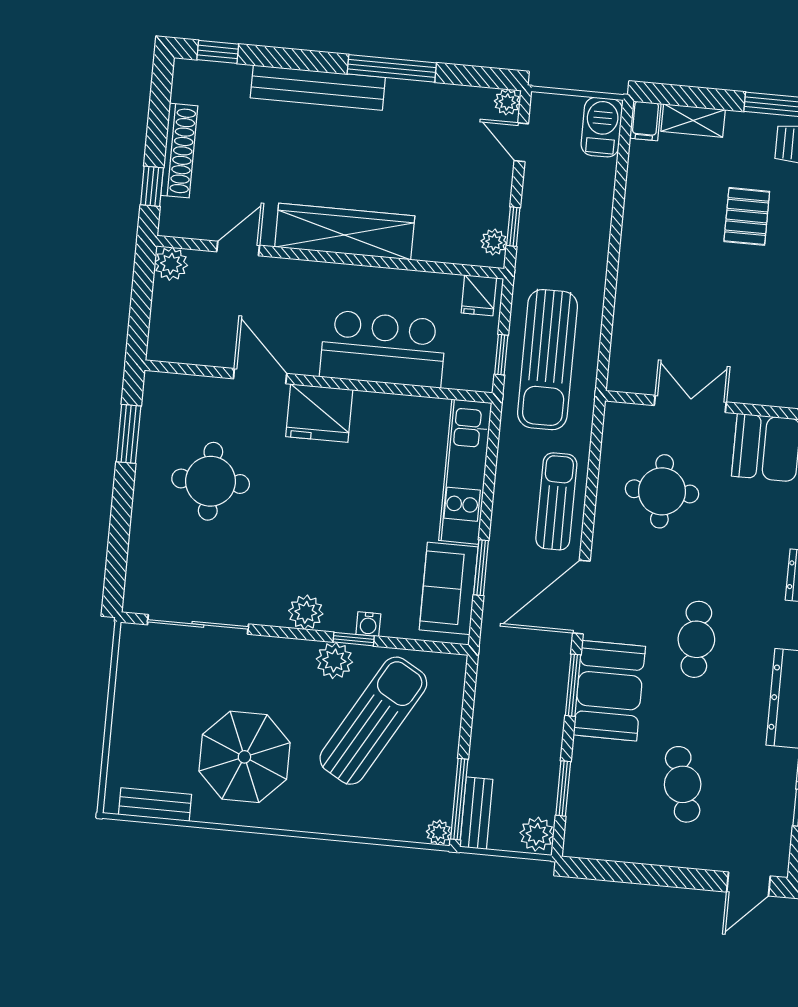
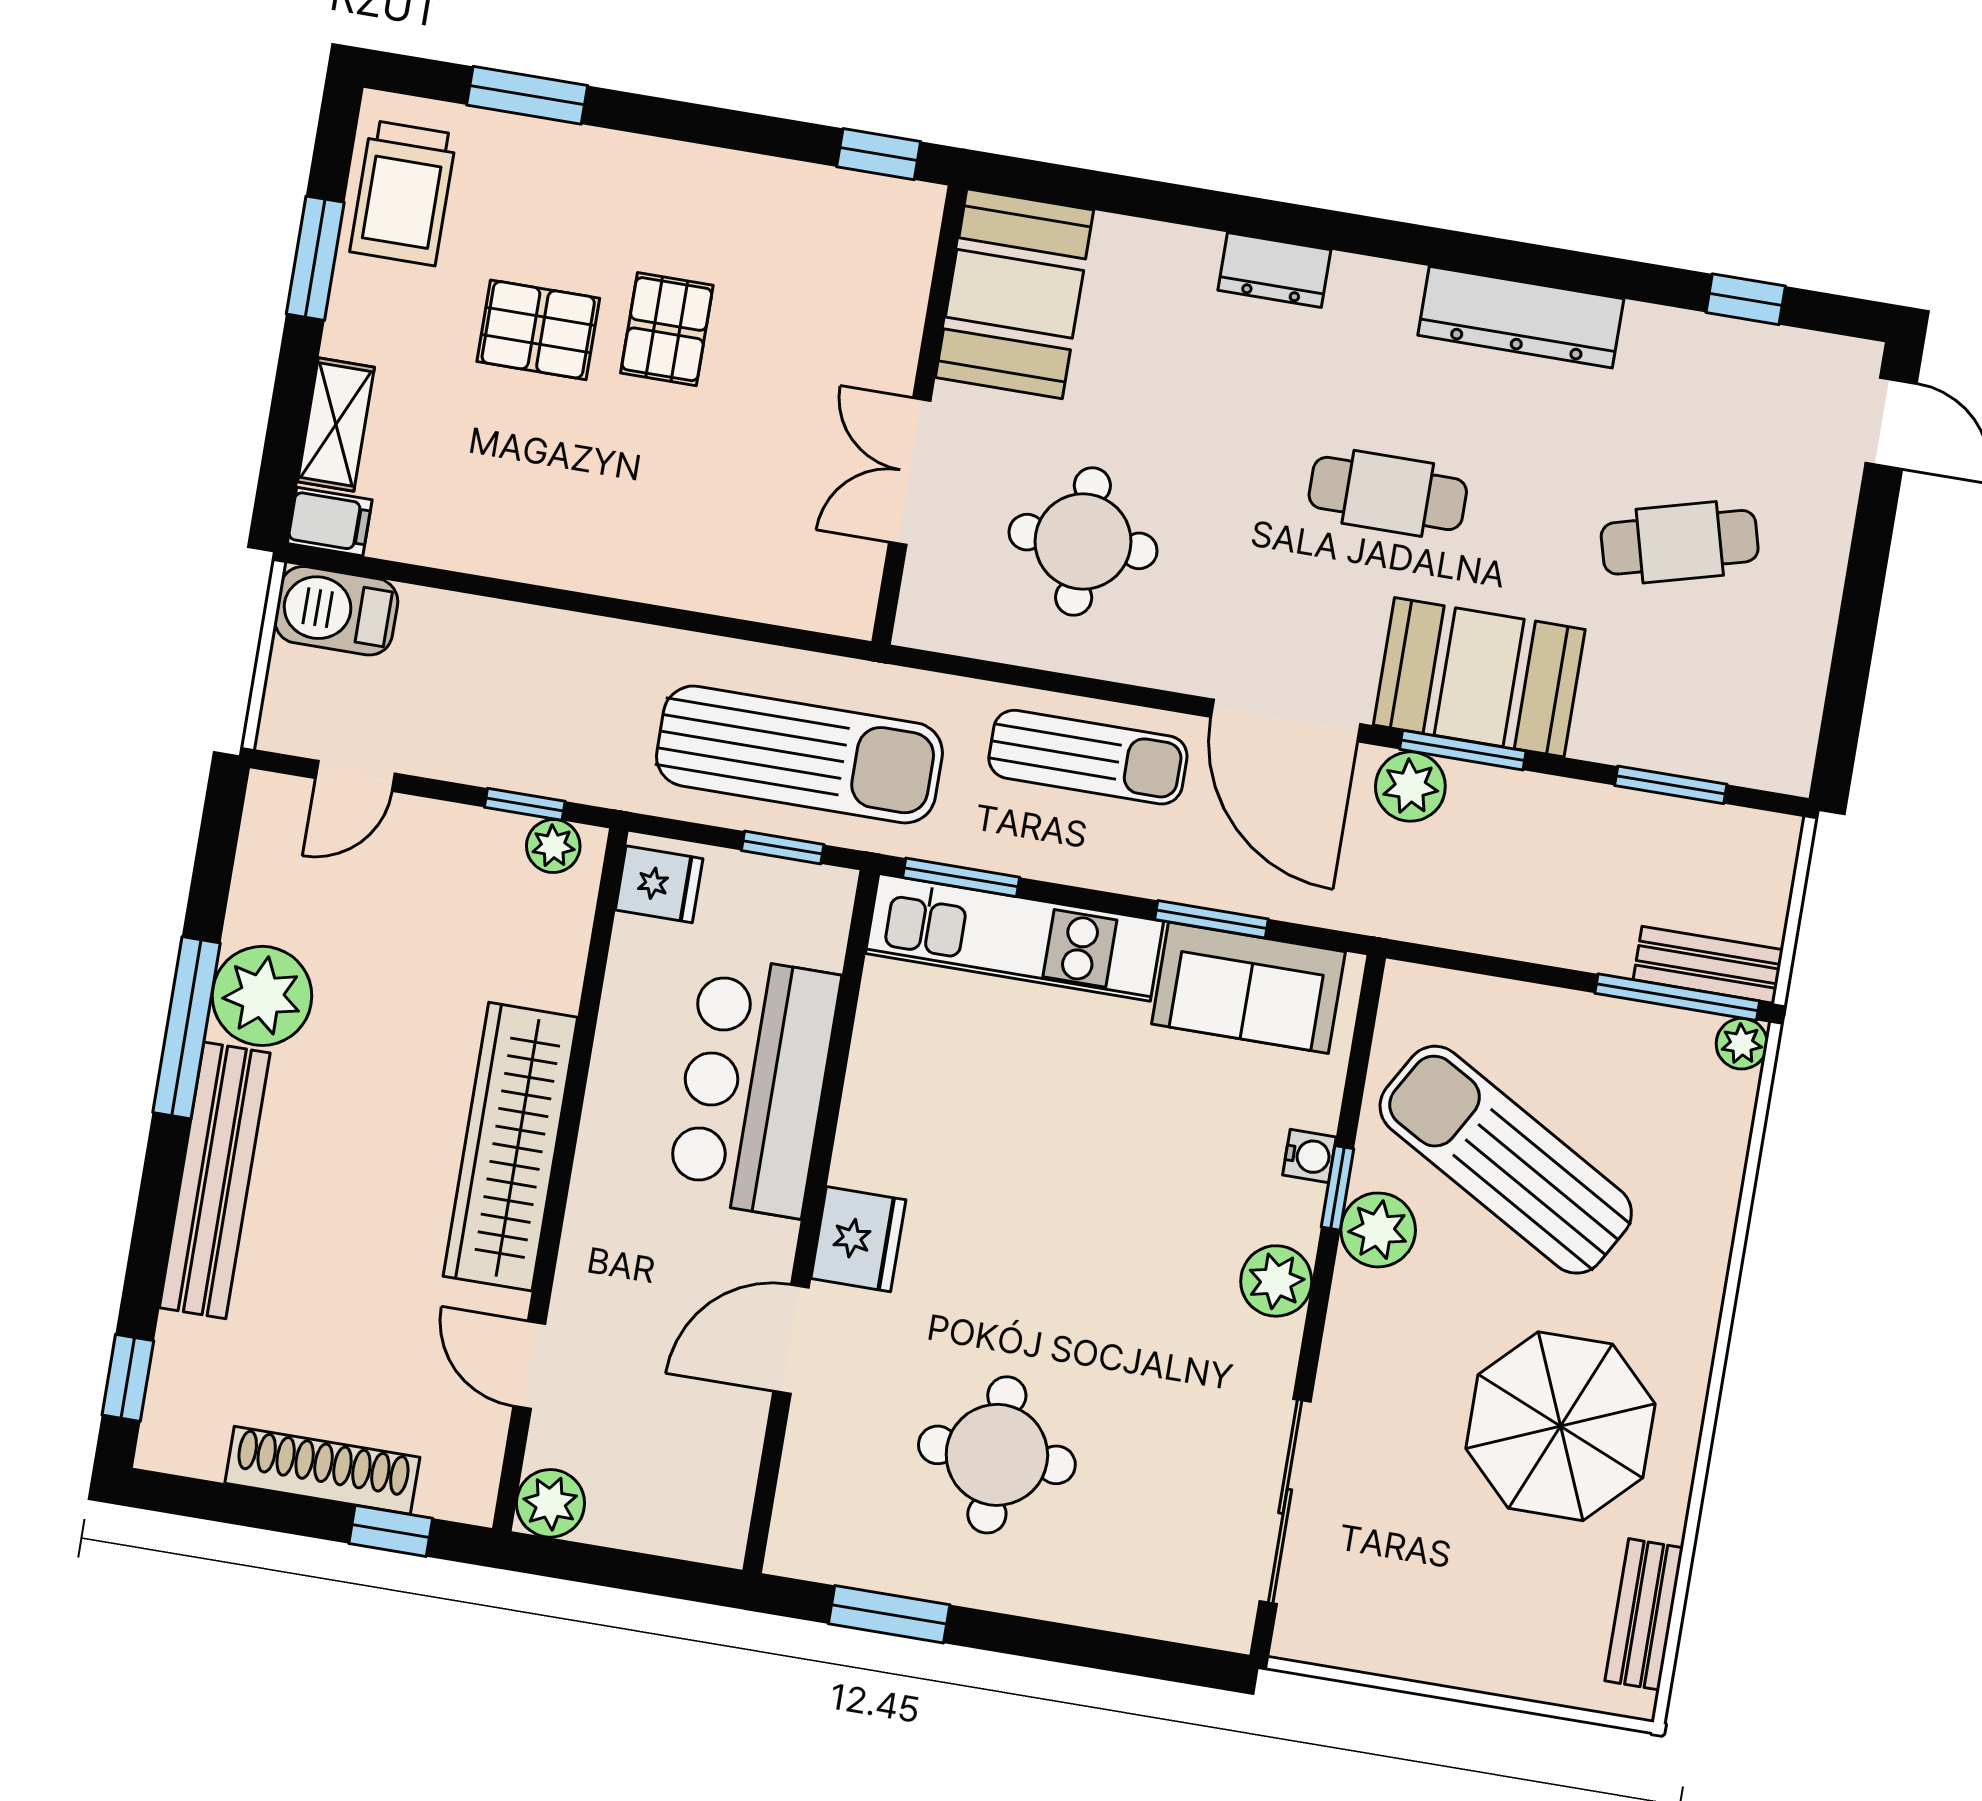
plant: (507, 102) -> (262, 996), moved, width x1.88, depth x1.88
pallet: (752, 280) -> (667, 329), added
fridge: (319, 413) -> (858, 1239), width x0.73, depth x0.75
window: (493, 443) -> (961, 877), added
sun lounger: (556, 501) -> (1088, 757), turned 180
plant: (537, 834) -> (1410, 787), moved

